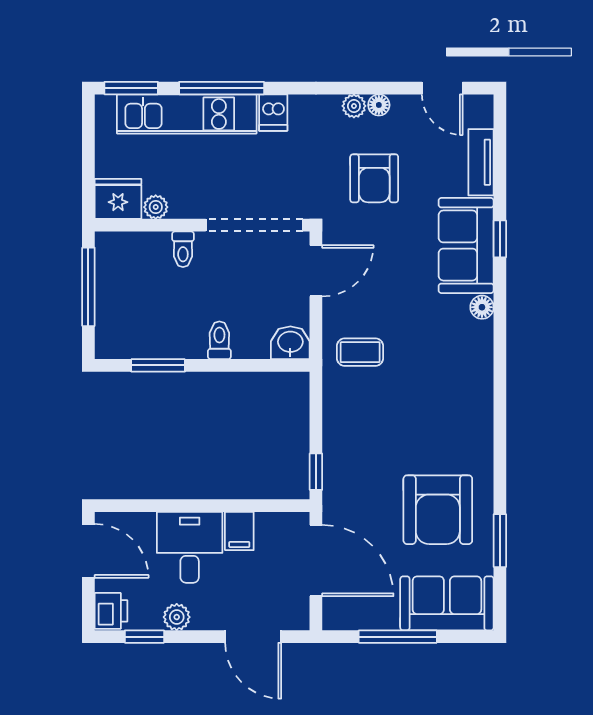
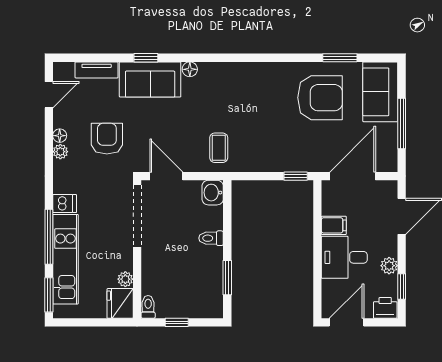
armchair: (374, 178) -> (107, 139), turned -90
toilet: (183, 249) -> (148, 307), moved, turned -90
window: (88, 287) -> (177, 322), width x0.46

